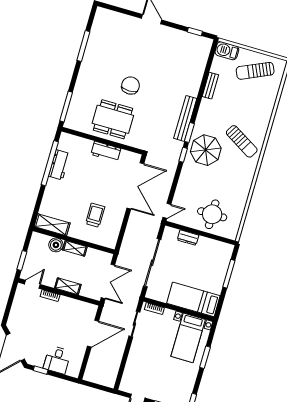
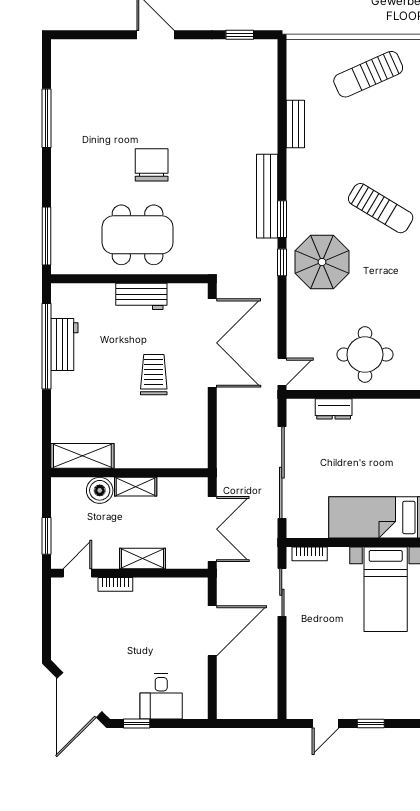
barbecue: (227, 51) -> (307, 53), removed
parasol: (206, 150) -> (322, 262), moved
trolley: (95, 215) -> (154, 375), moved

